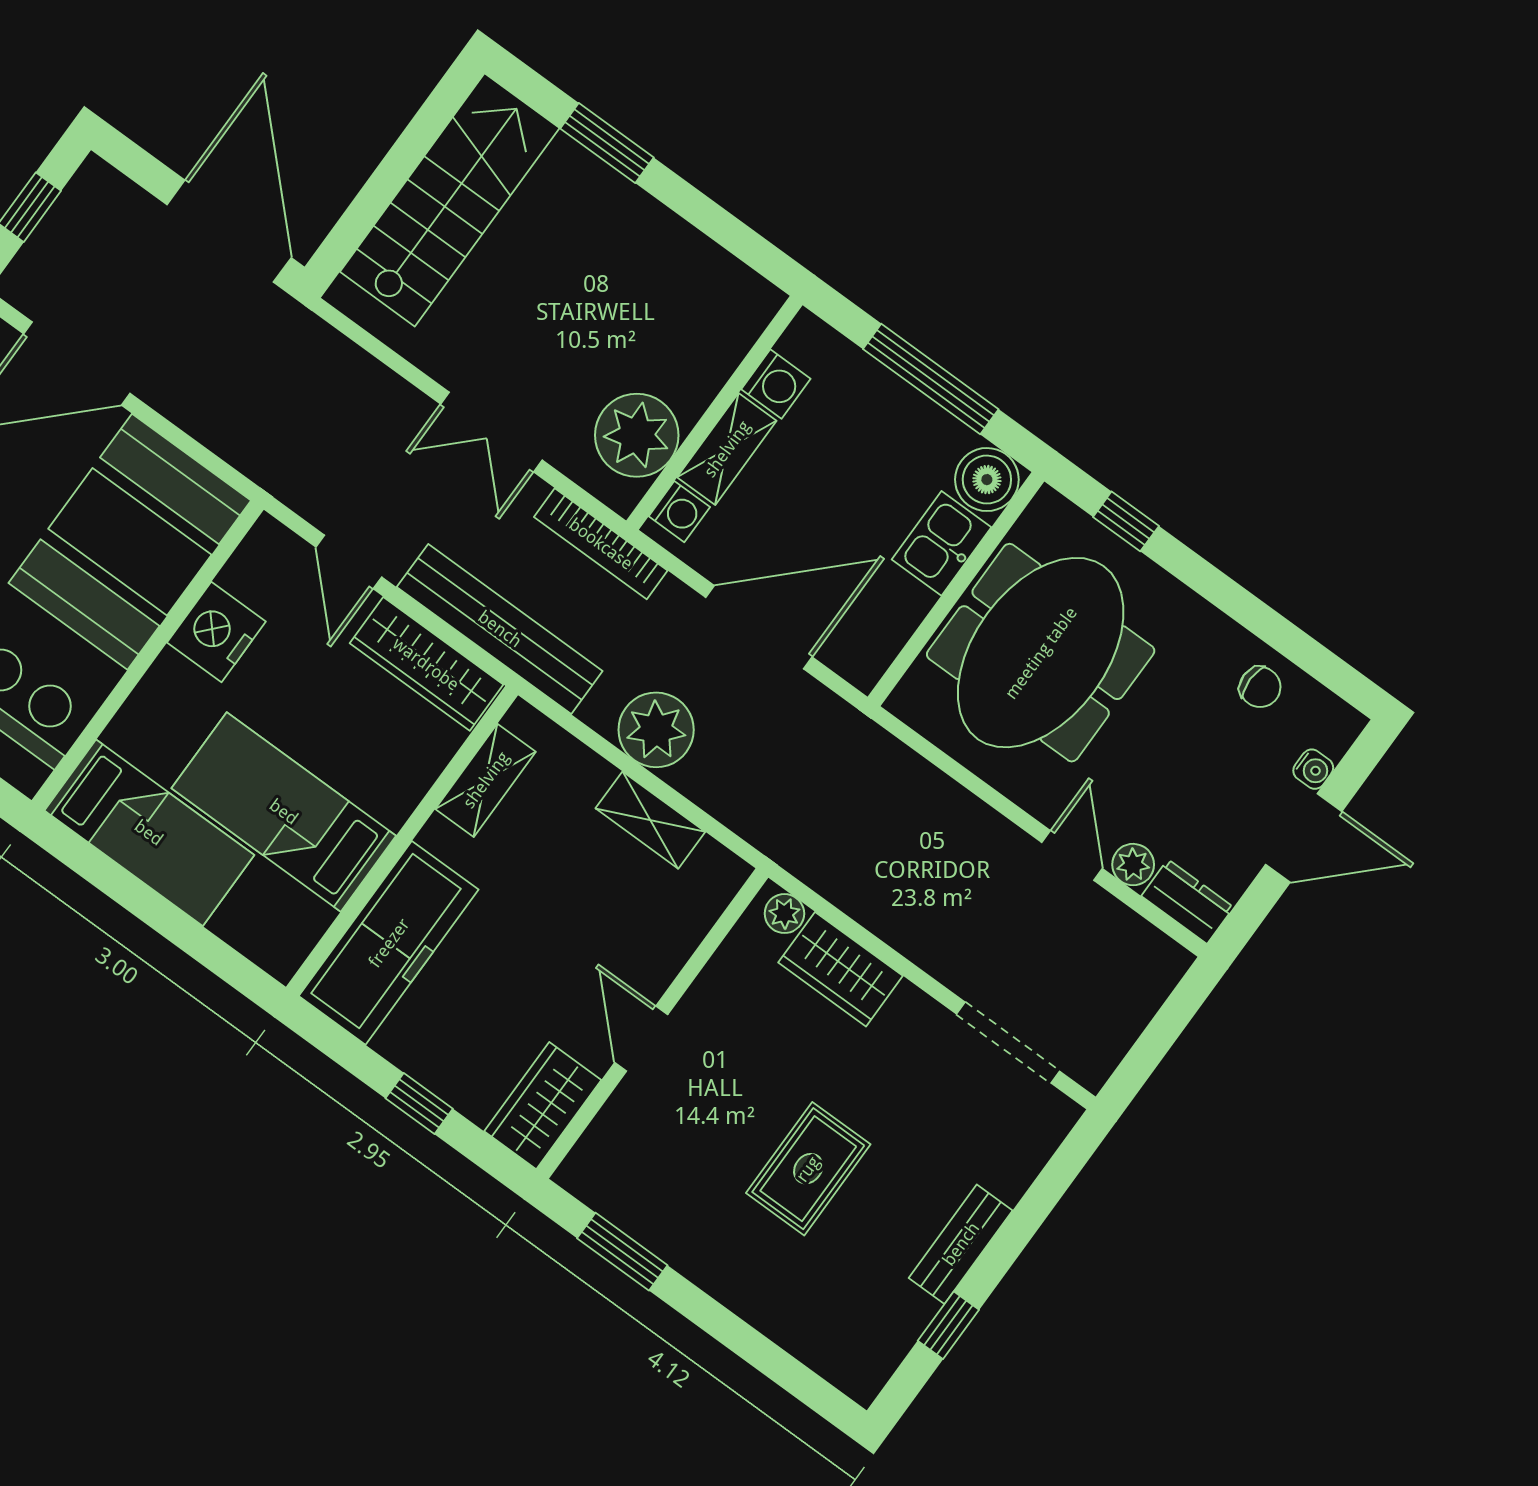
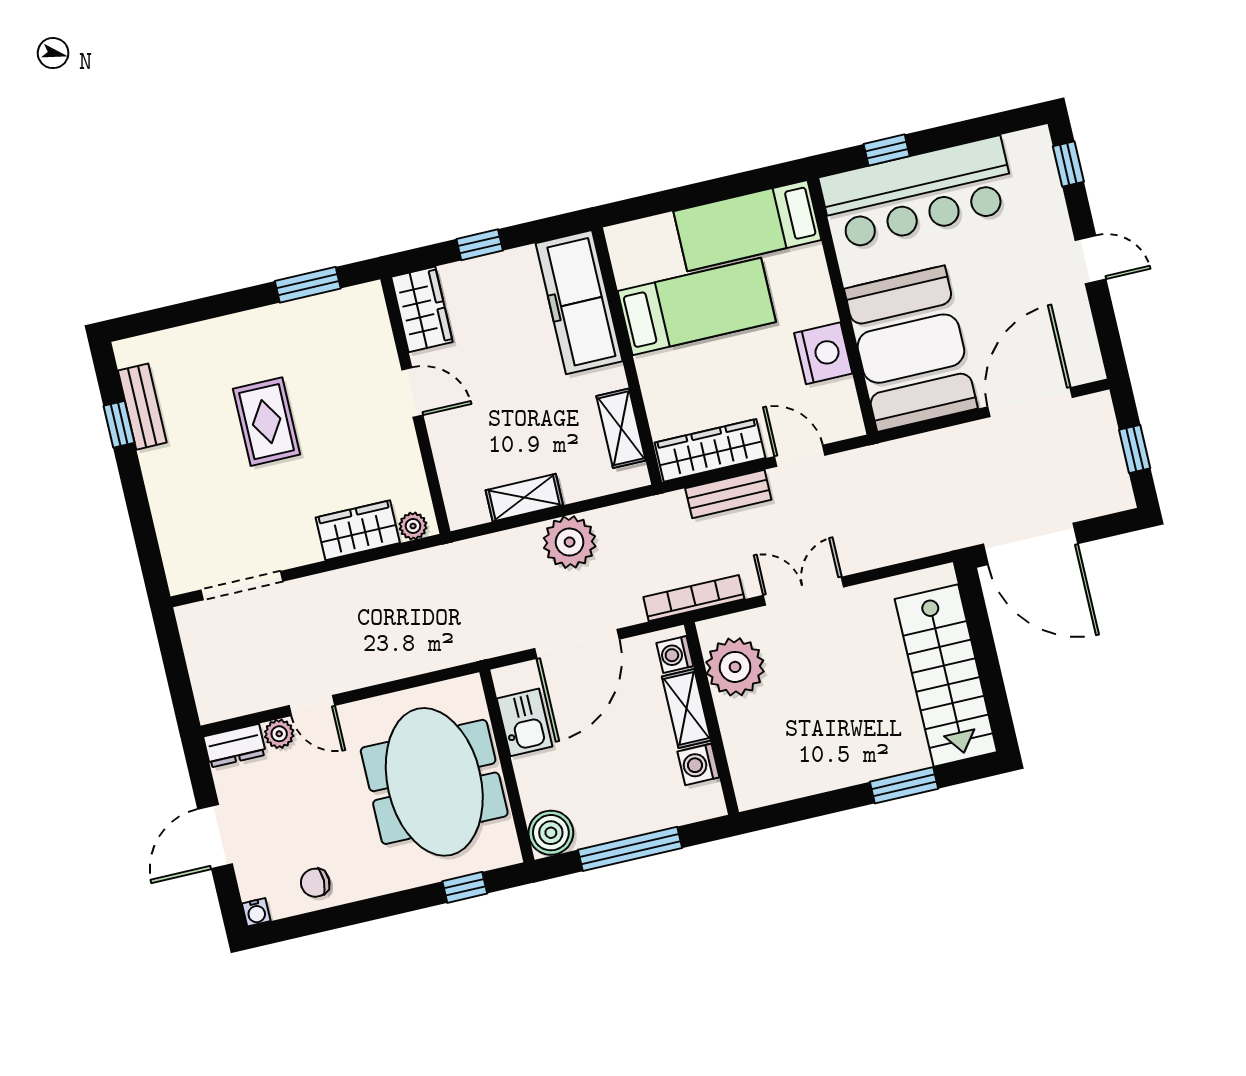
kitchen sink: (941, 543) -> (525, 722), moved
bench: (500, 629) -> (728, 494), width x0.54, depth x0.82
water cooler: (1313, 769) -> (256, 912), moved, turned -90
bench: (961, 1244) -> (142, 407), moved

